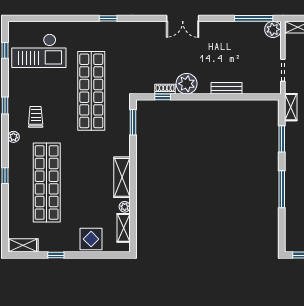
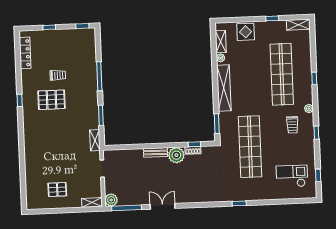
double door: (183, 18) -> (163, 206), moved
checkout: (39, 51) -> (292, 176), width x0.73, depth x0.83
bench: (227, 88) -> (156, 152), moved
shelving: (122, 177) -> (224, 88), width x1.47

